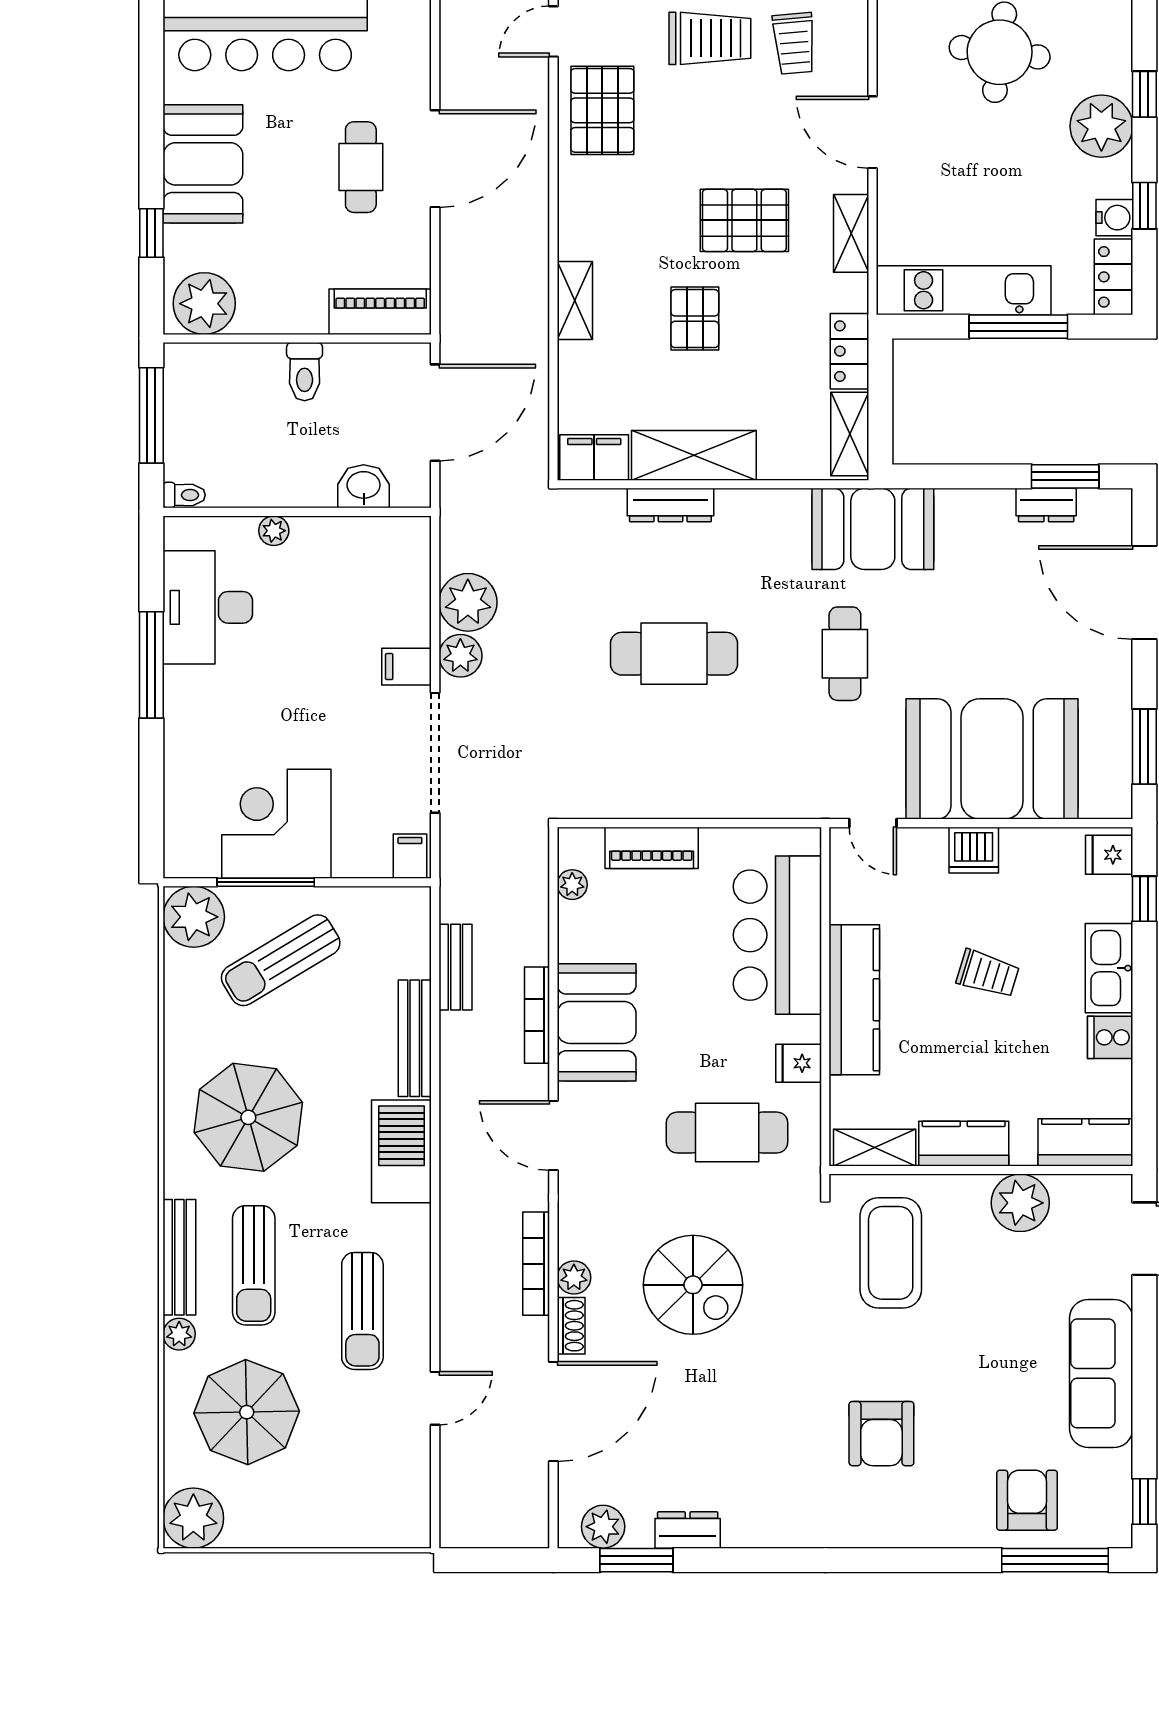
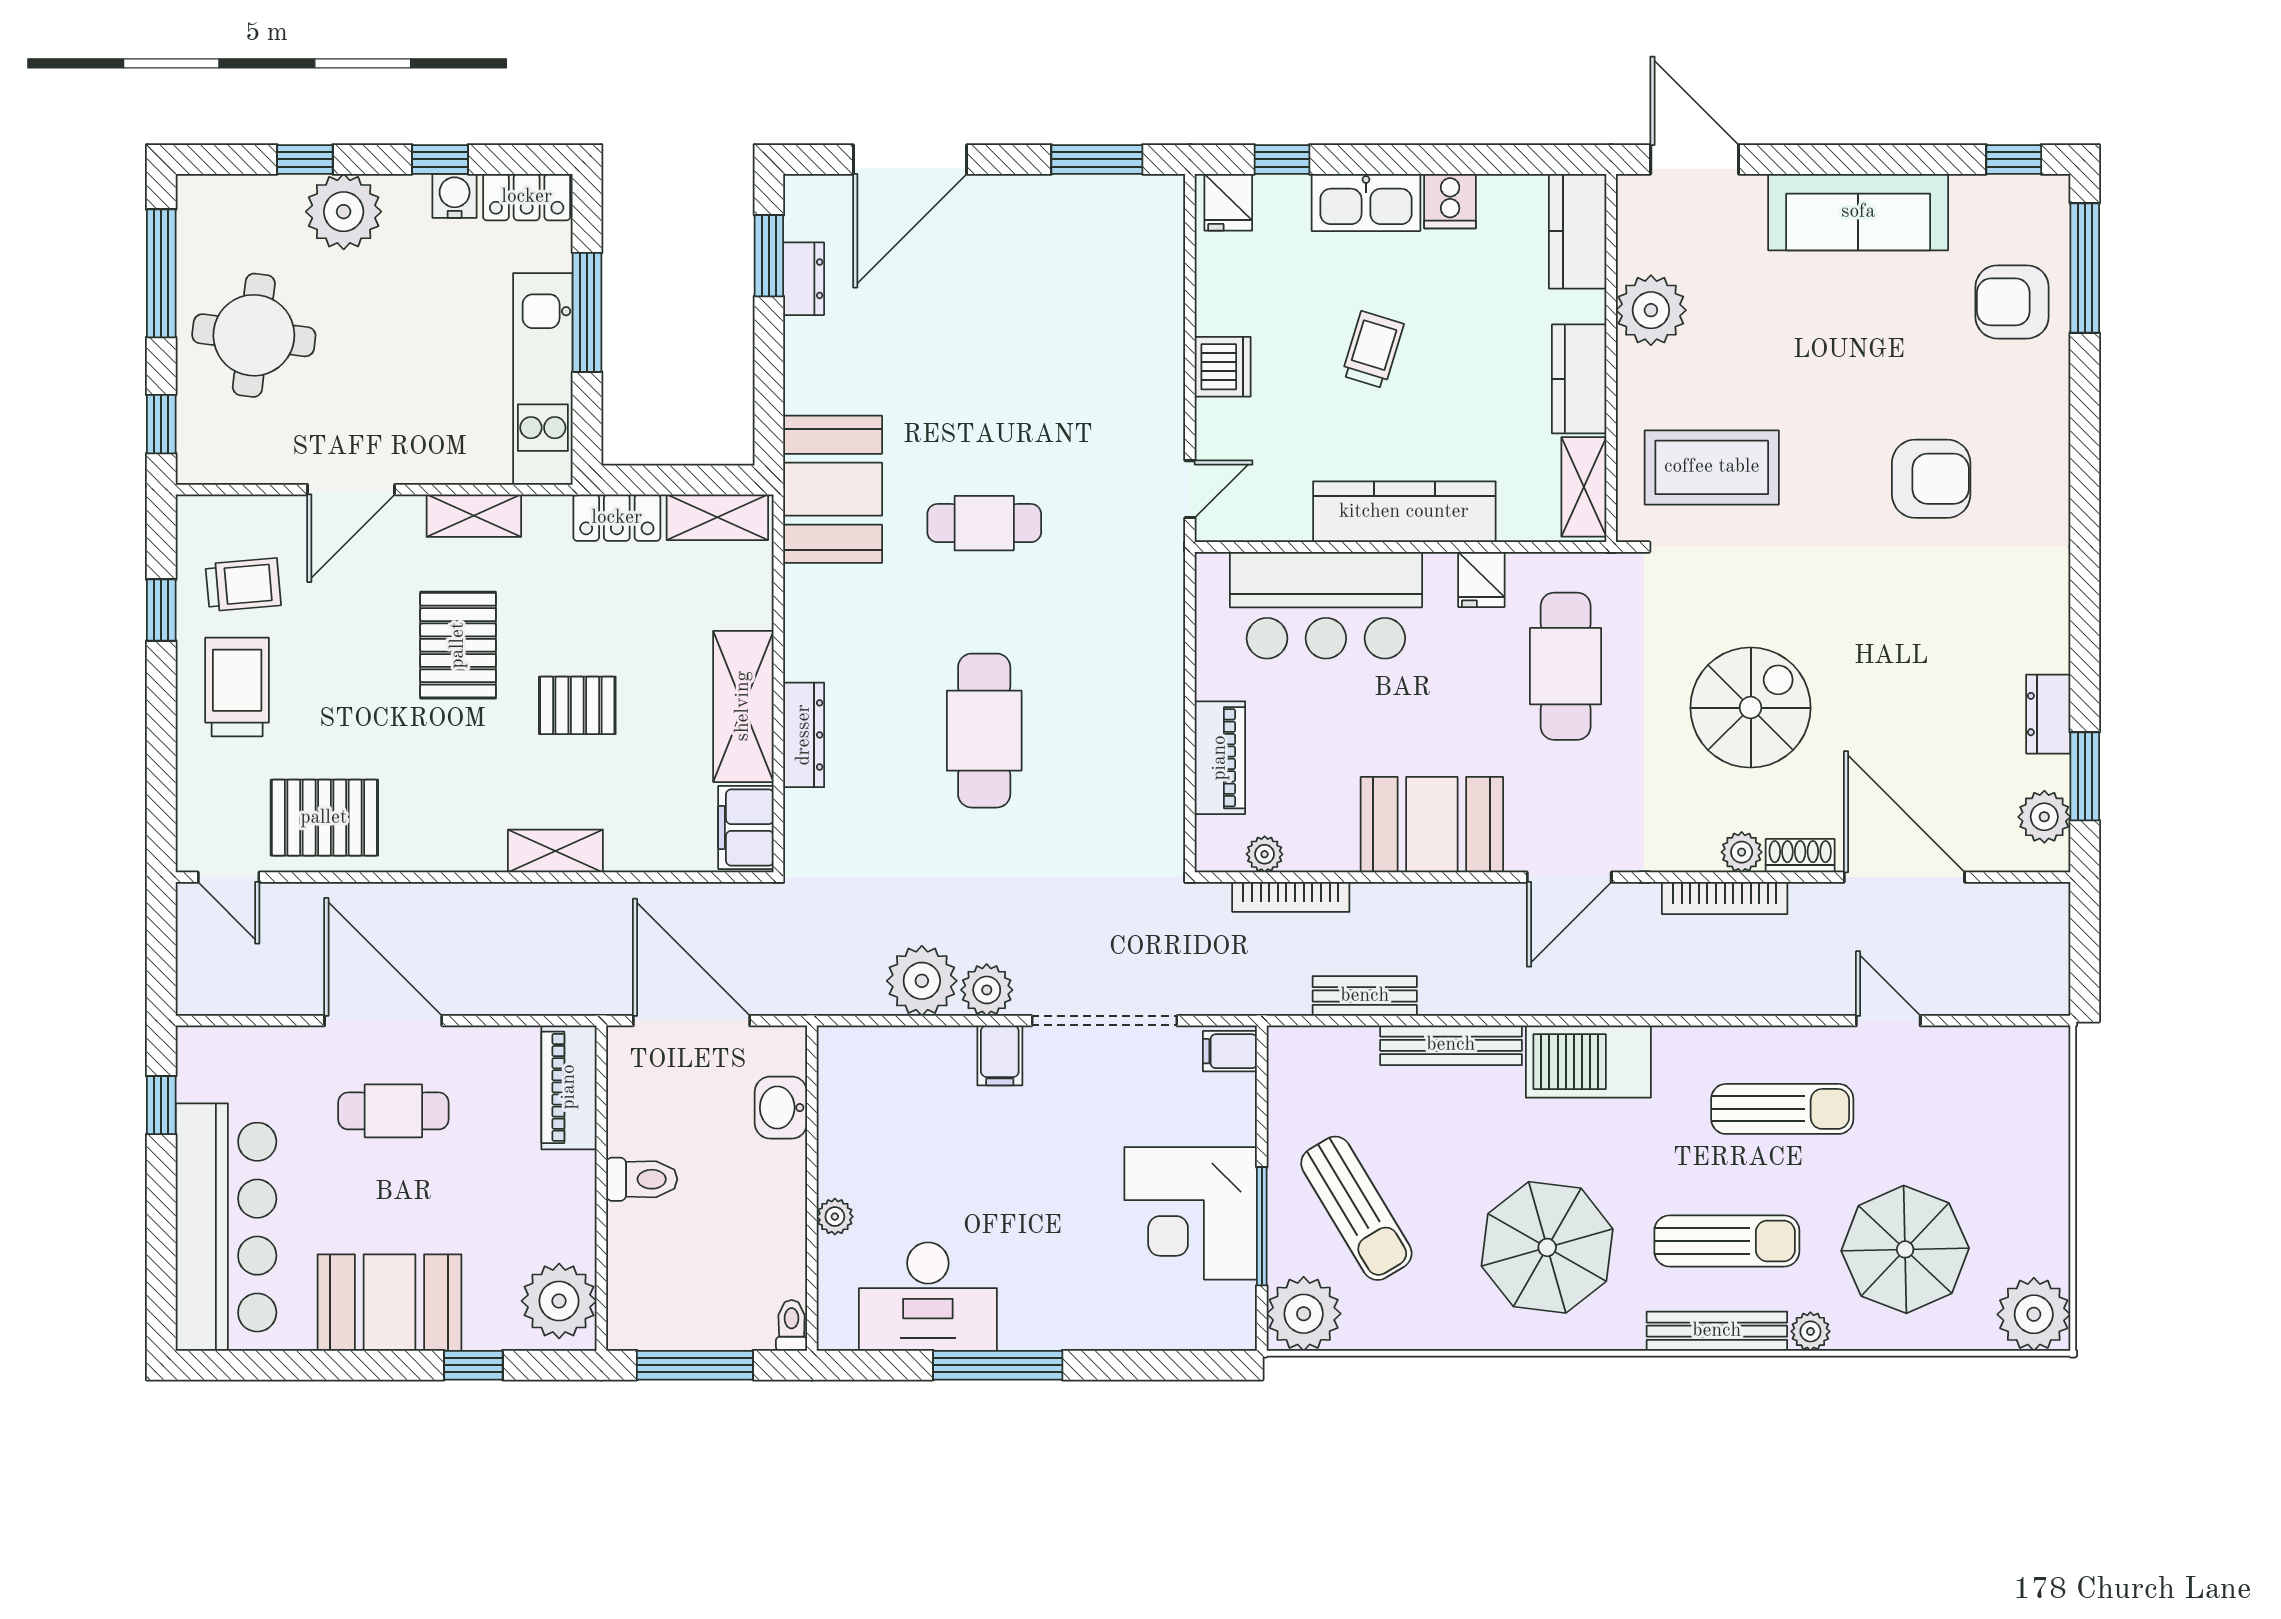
booth: (992, 759) -> (1112, 344), removed
bookcase: (537, 1015) -> (1291, 897), moved

